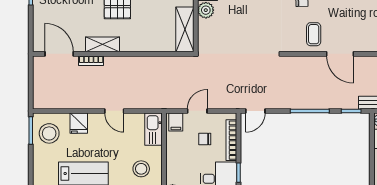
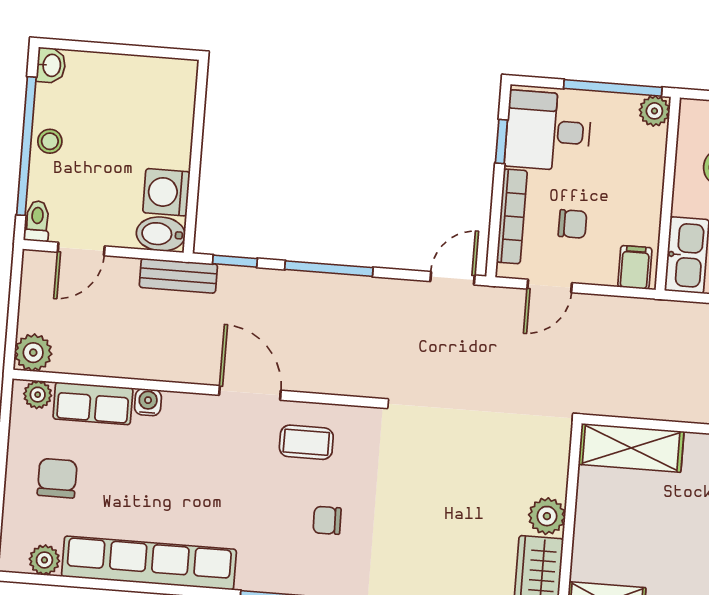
shelving: (185, 29) -> (631, 448), moved, turned 90
coffee table: (314, 34) -> (306, 442), turned 90
door: (197, 111) -> (550, 286), moved

